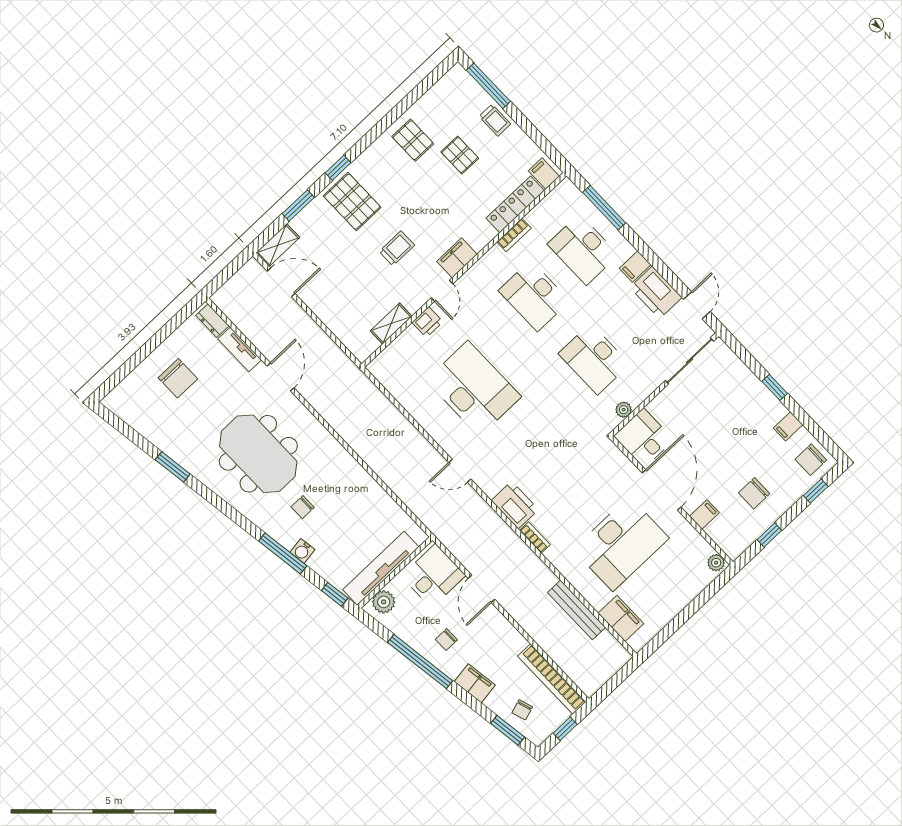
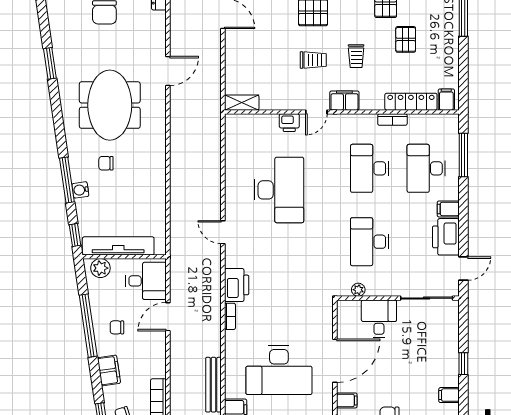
trolley: (495, 120) -> (356, 56), moved
shelving: (391, 324) -> (242, 103), moved
tv unit: (240, 349) -> (159, 31), removed
desk: (644, 438) -> (379, 319), moved

